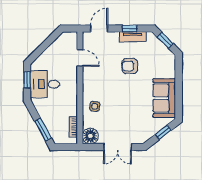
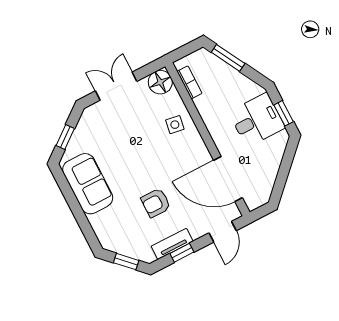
door: (80, 58) -> (228, 179), width x1.87
armchair: (130, 66) -> (156, 203), turned 180

